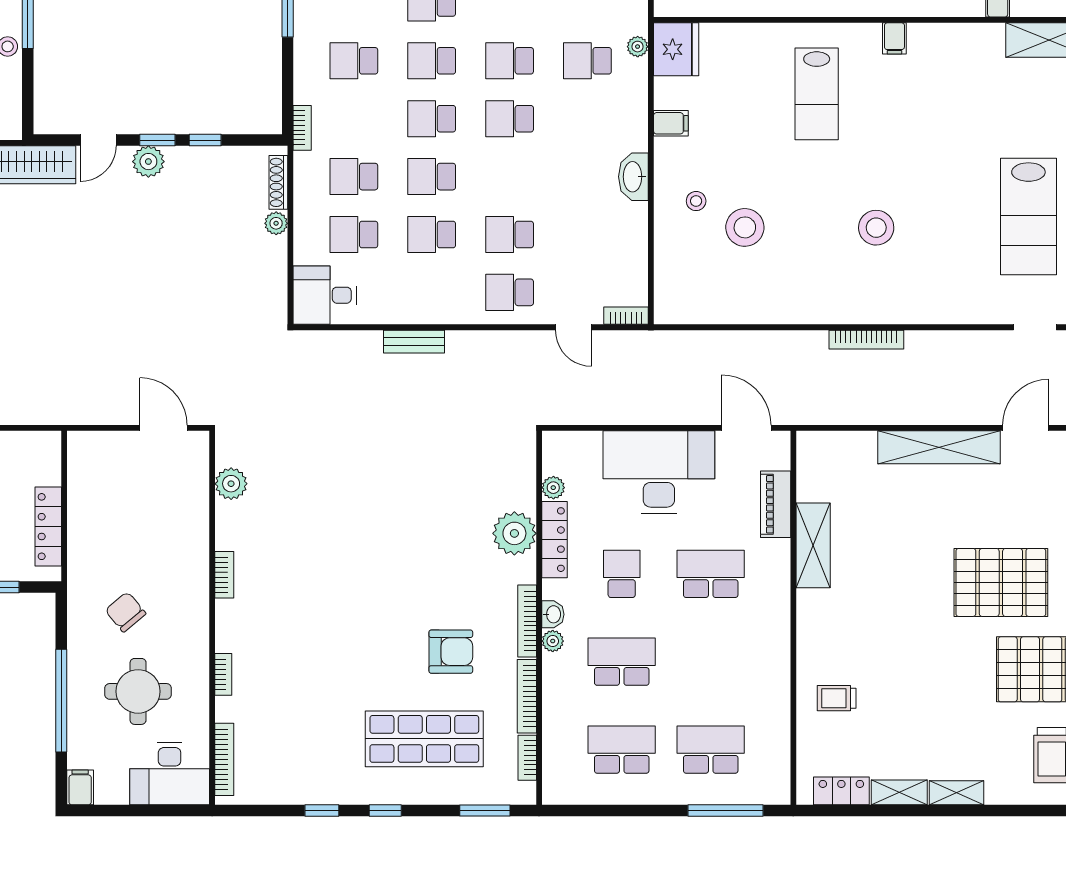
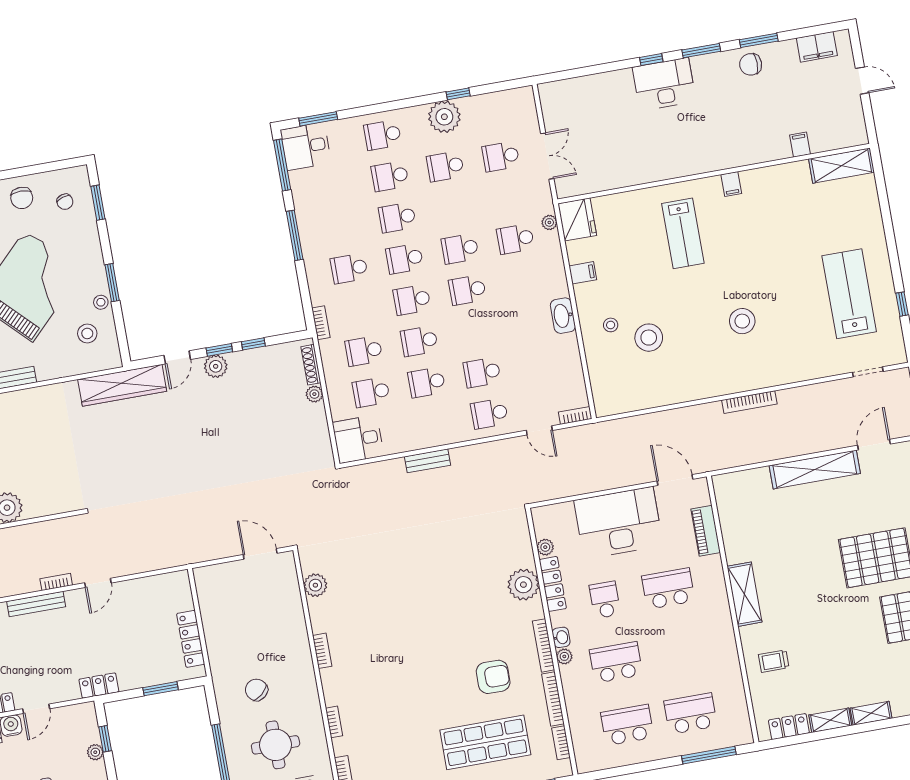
lab bench: (1028, 216) -> (849, 294), turned 180
shelving: (813, 545) -> (744, 594), moved

